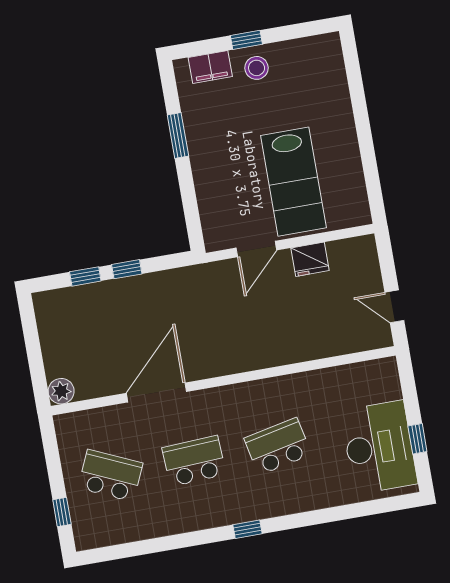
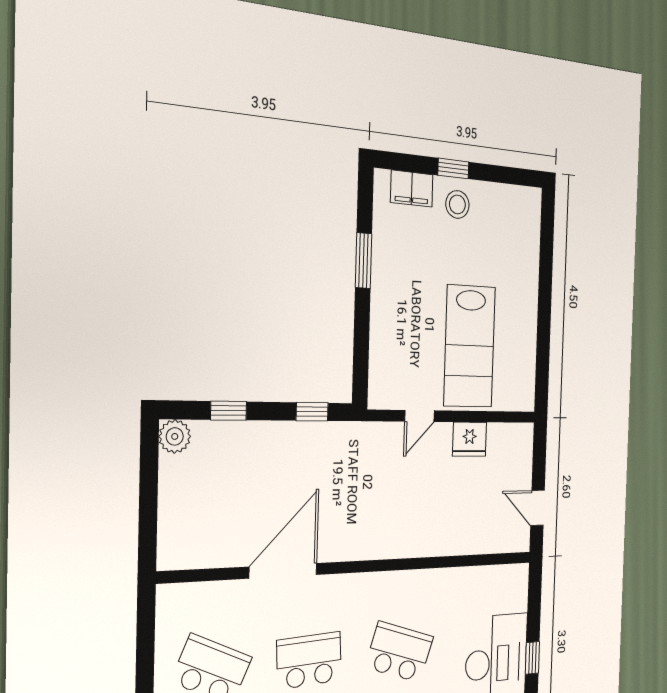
door: (256, 249) -> (420, 416), width x0.73
window: (127, 269) -> (312, 412), moved
plant: (61, 391) -> (175, 436), moved
school desk: (278, 446) -> (399, 652), turned 30

